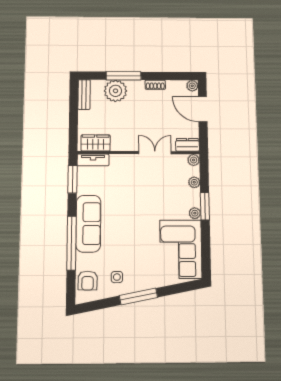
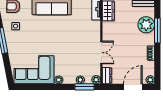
window: (205, 206) -> (85, 87), moved

